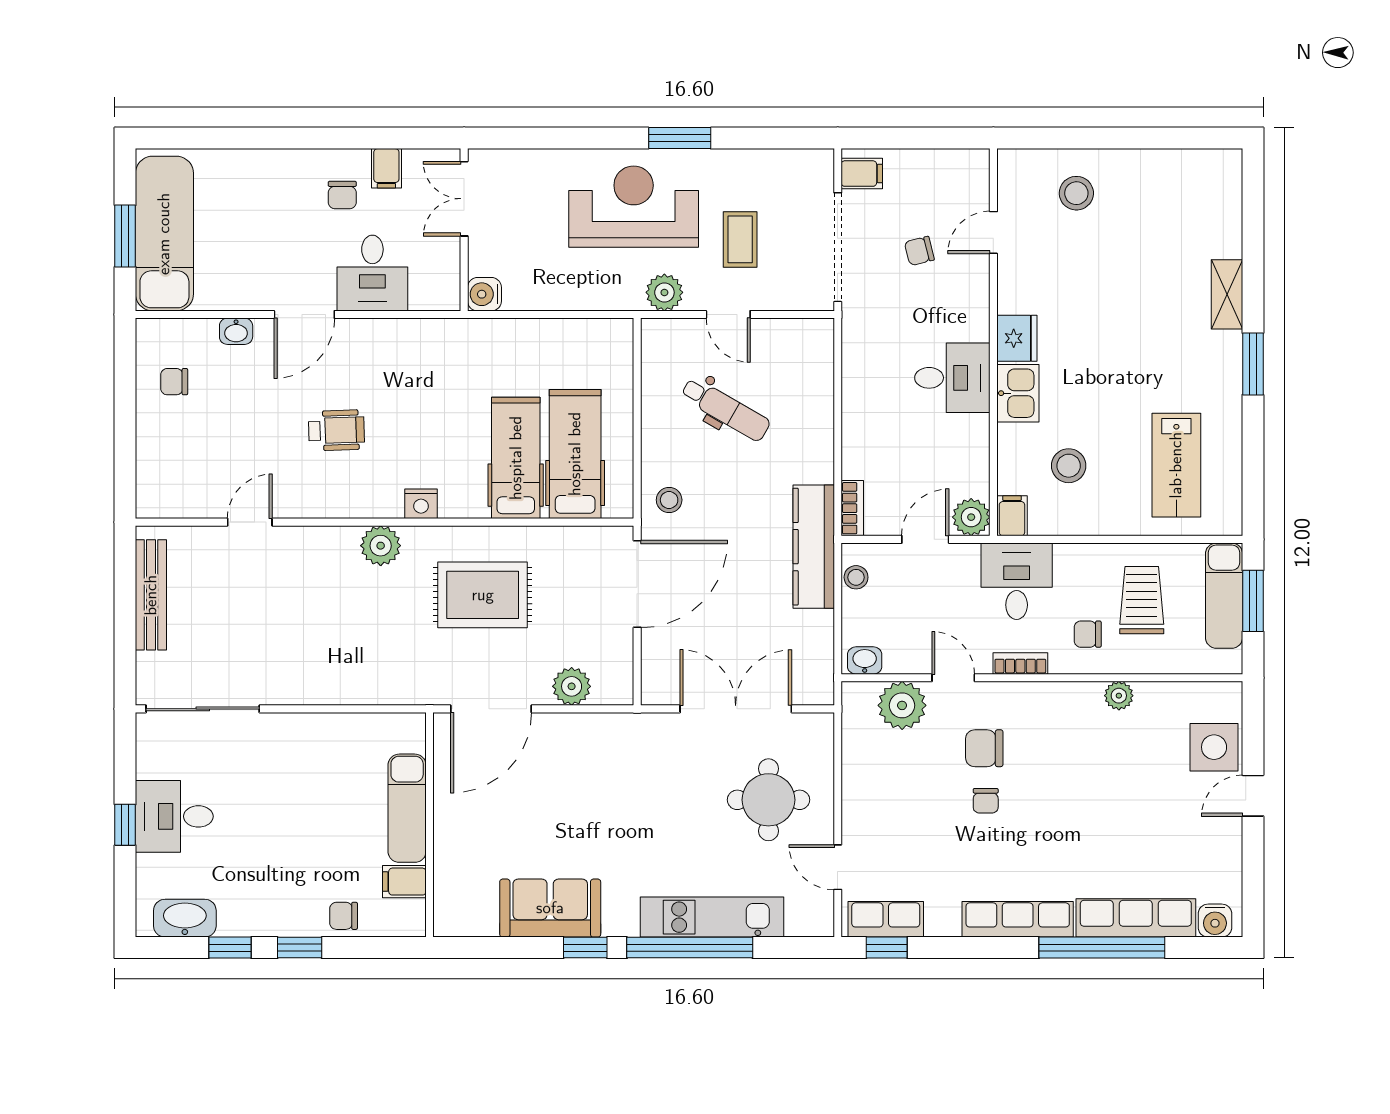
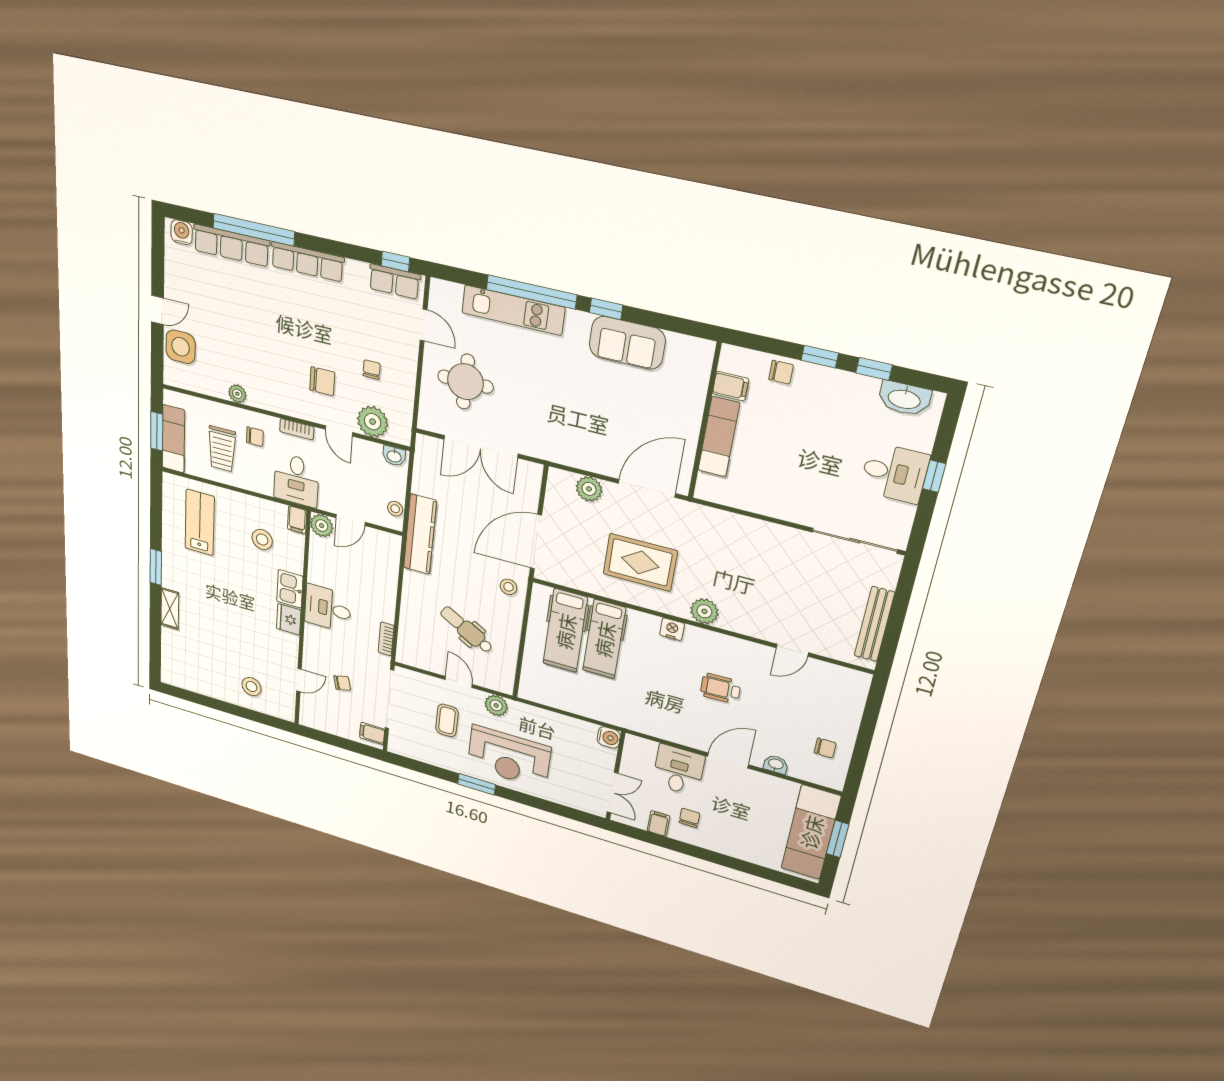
bookcase: (852, 508) -> (386, 639), moved
chair: (986, 801) -> (372, 370), moved

